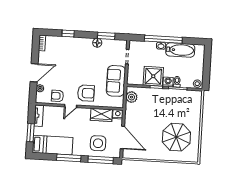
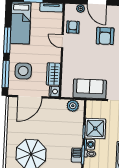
armchair: (86, 93) -> (105, 36), moved
barbecue: (178, 94) -> (77, 155), added

